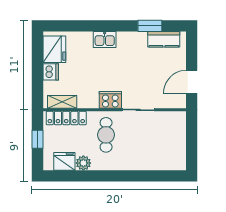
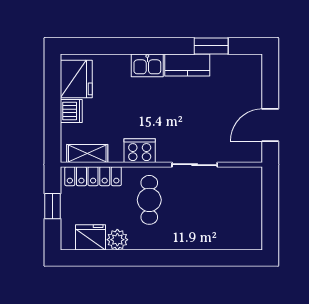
kitchen counter: (164, 39) -> (187, 65), moved
cooker: (110, 100) -> (140, 151), moved

